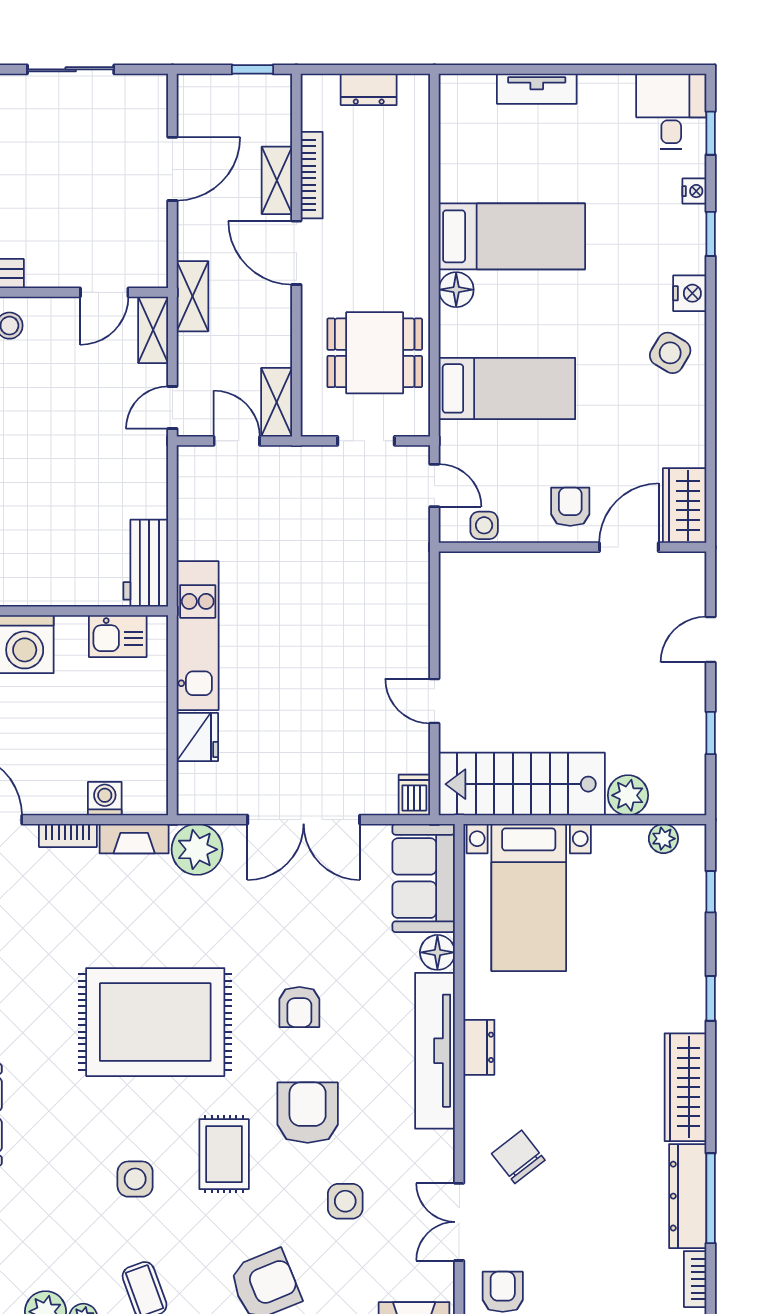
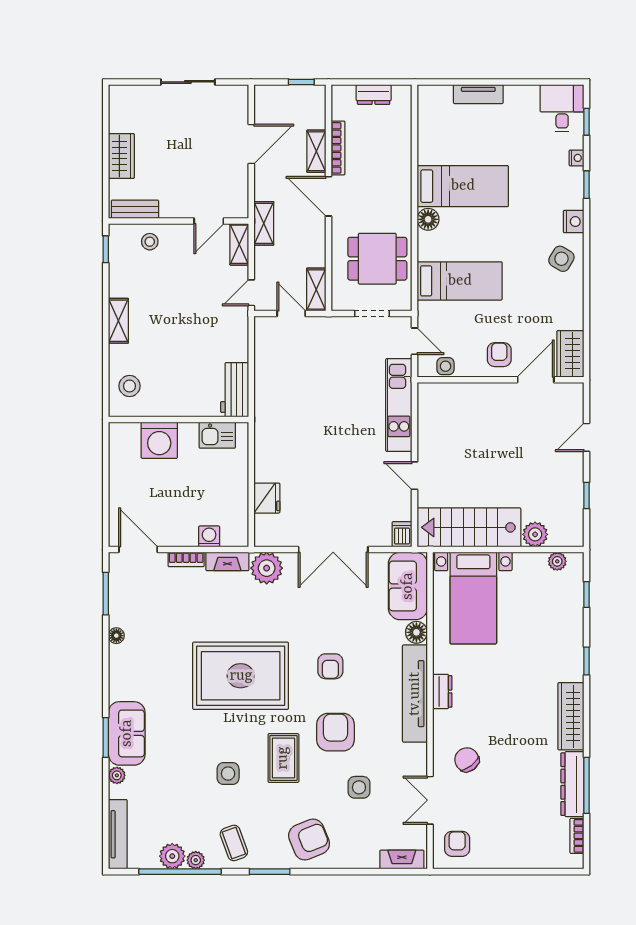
kitchen unit: (198, 636) -> (399, 405), moved, turned 180

